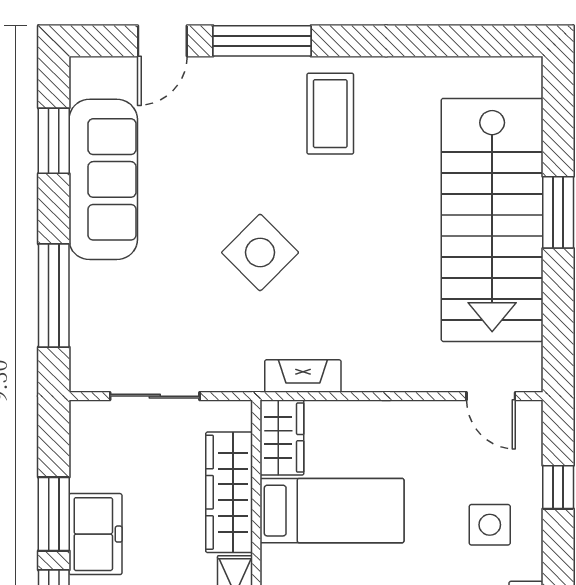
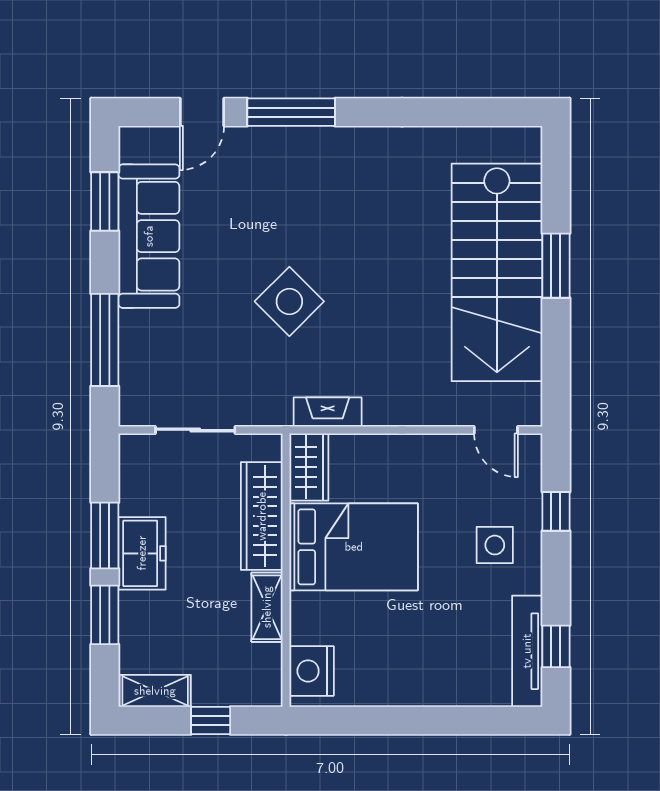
coffee table: (330, 114) -> (352, 177), removed
bed: (332, 511) -> (354, 547), width x1.50

